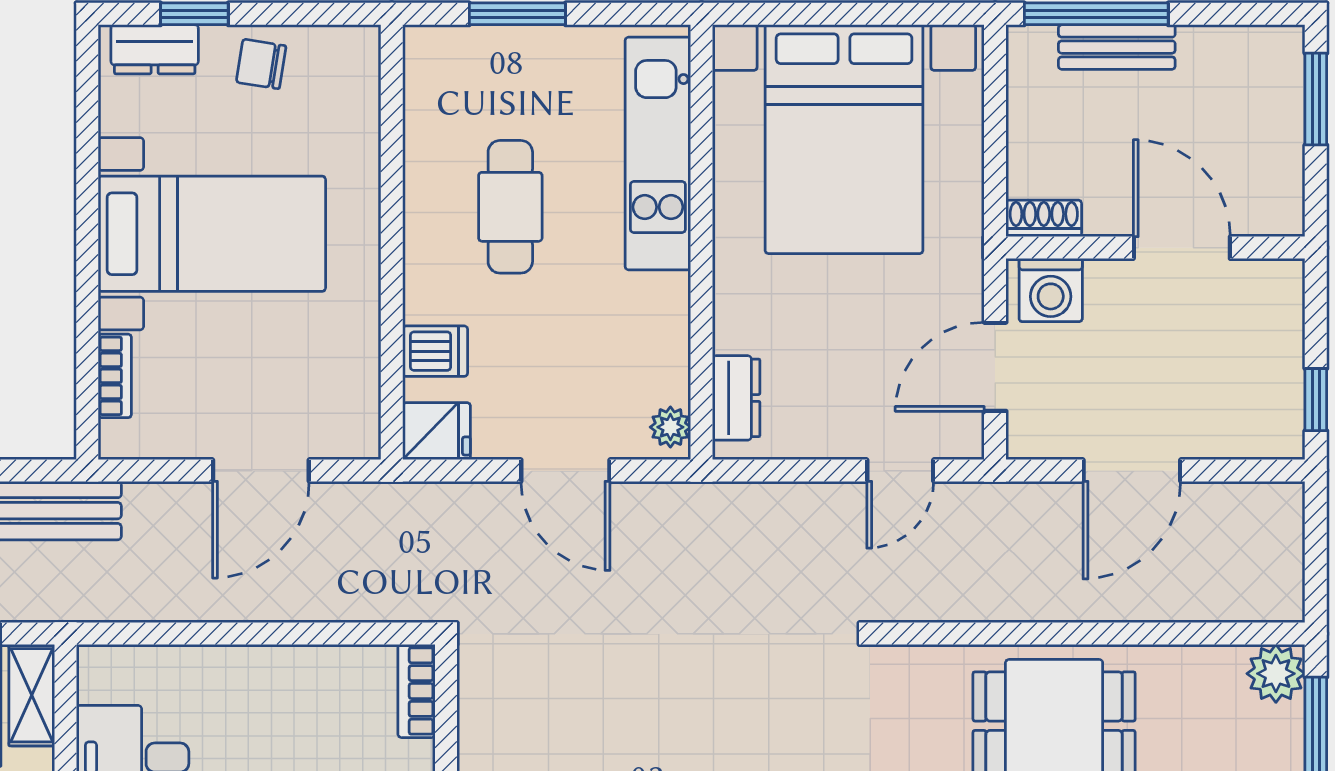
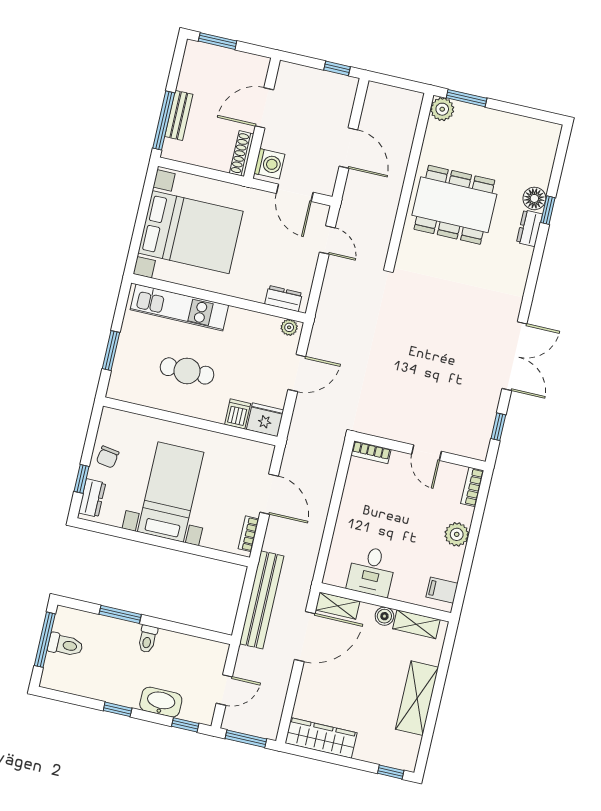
shoe rack: (1044, 218) -> (242, 154), width x1.43
bookcase: (115, 376) -> (248, 534), moved, turned -90
fridge: (437, 431) -> (265, 420), width x1.38

